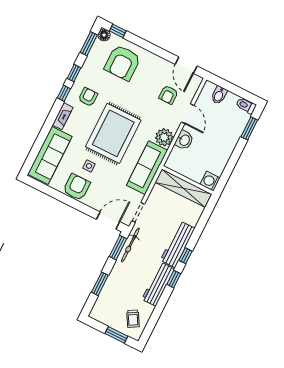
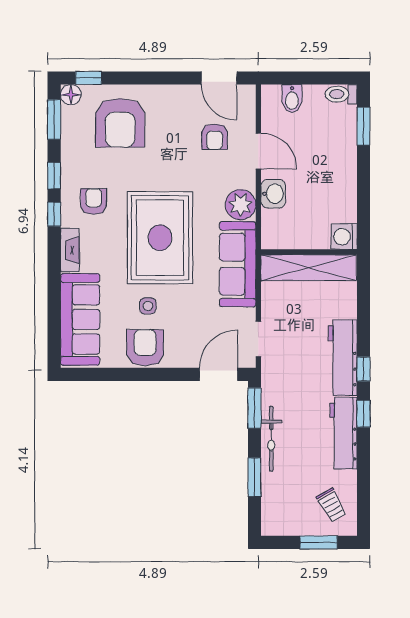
bicycle: (130, 245) -> (271, 439), moved

